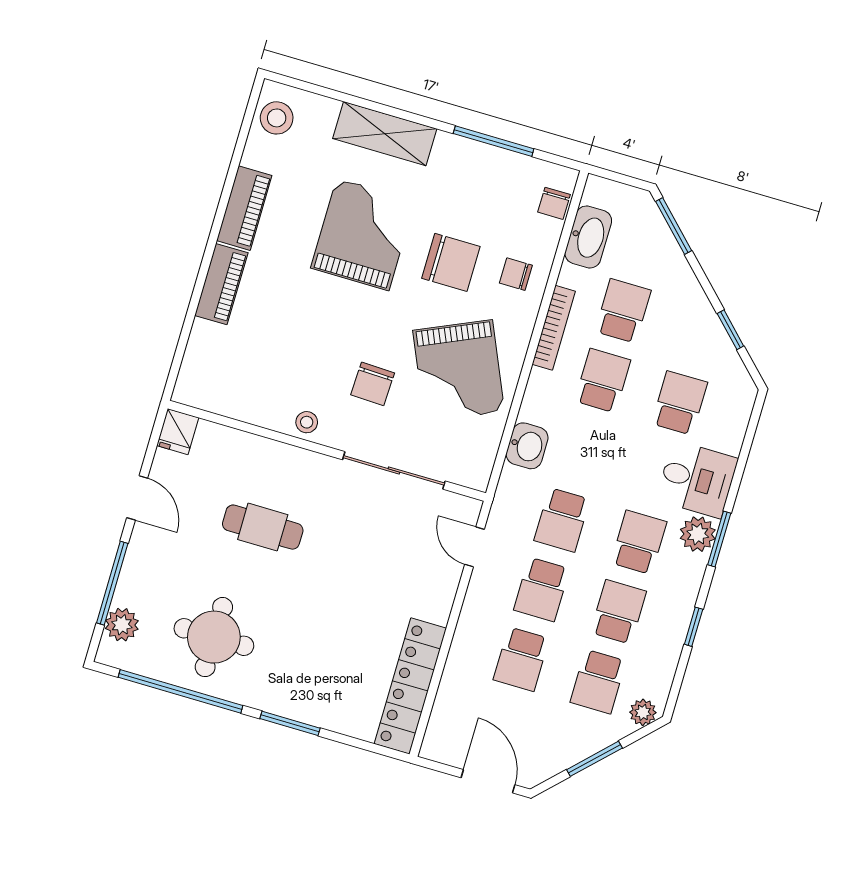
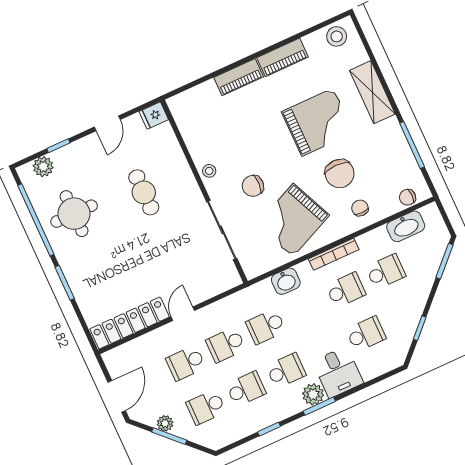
bookcase: (554, 328) -> (334, 254), moved
door: (475, 547) -> (183, 314), moved
window: (112, 583) -> (58, 146), width x0.46
plant: (643, 712) -> (165, 423), moved

